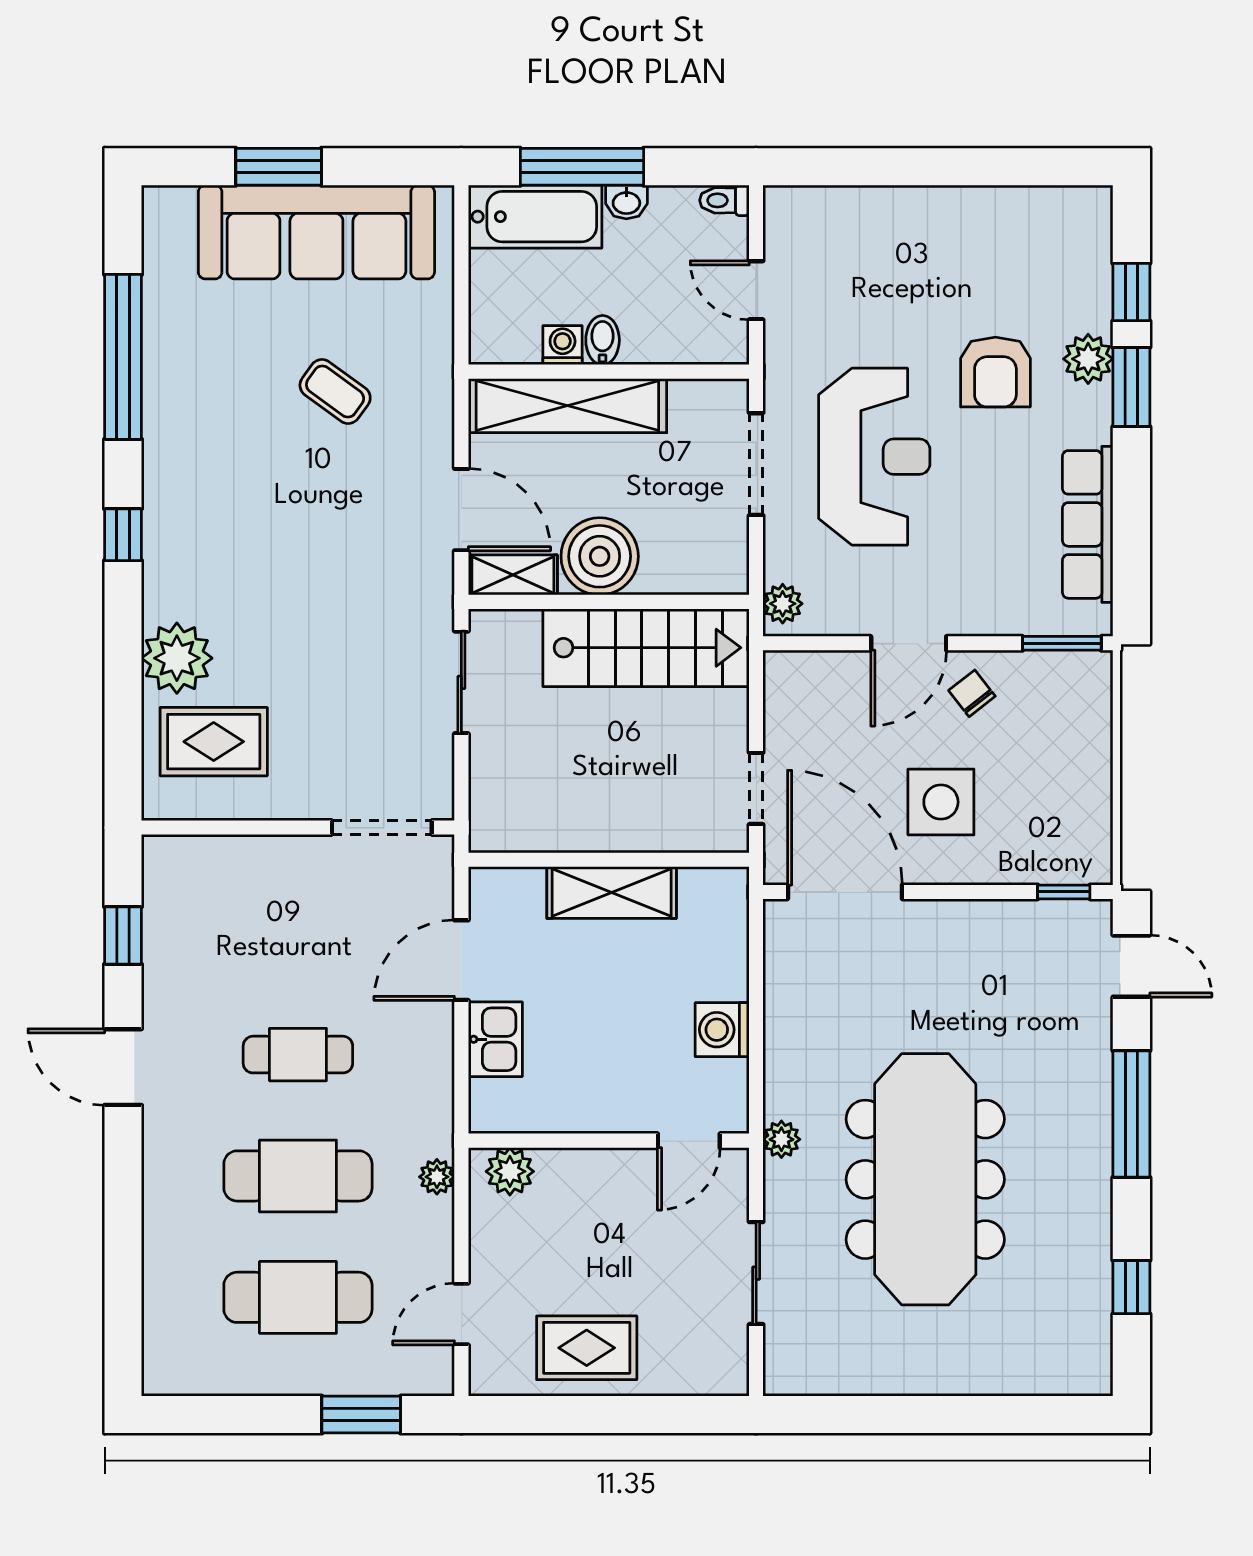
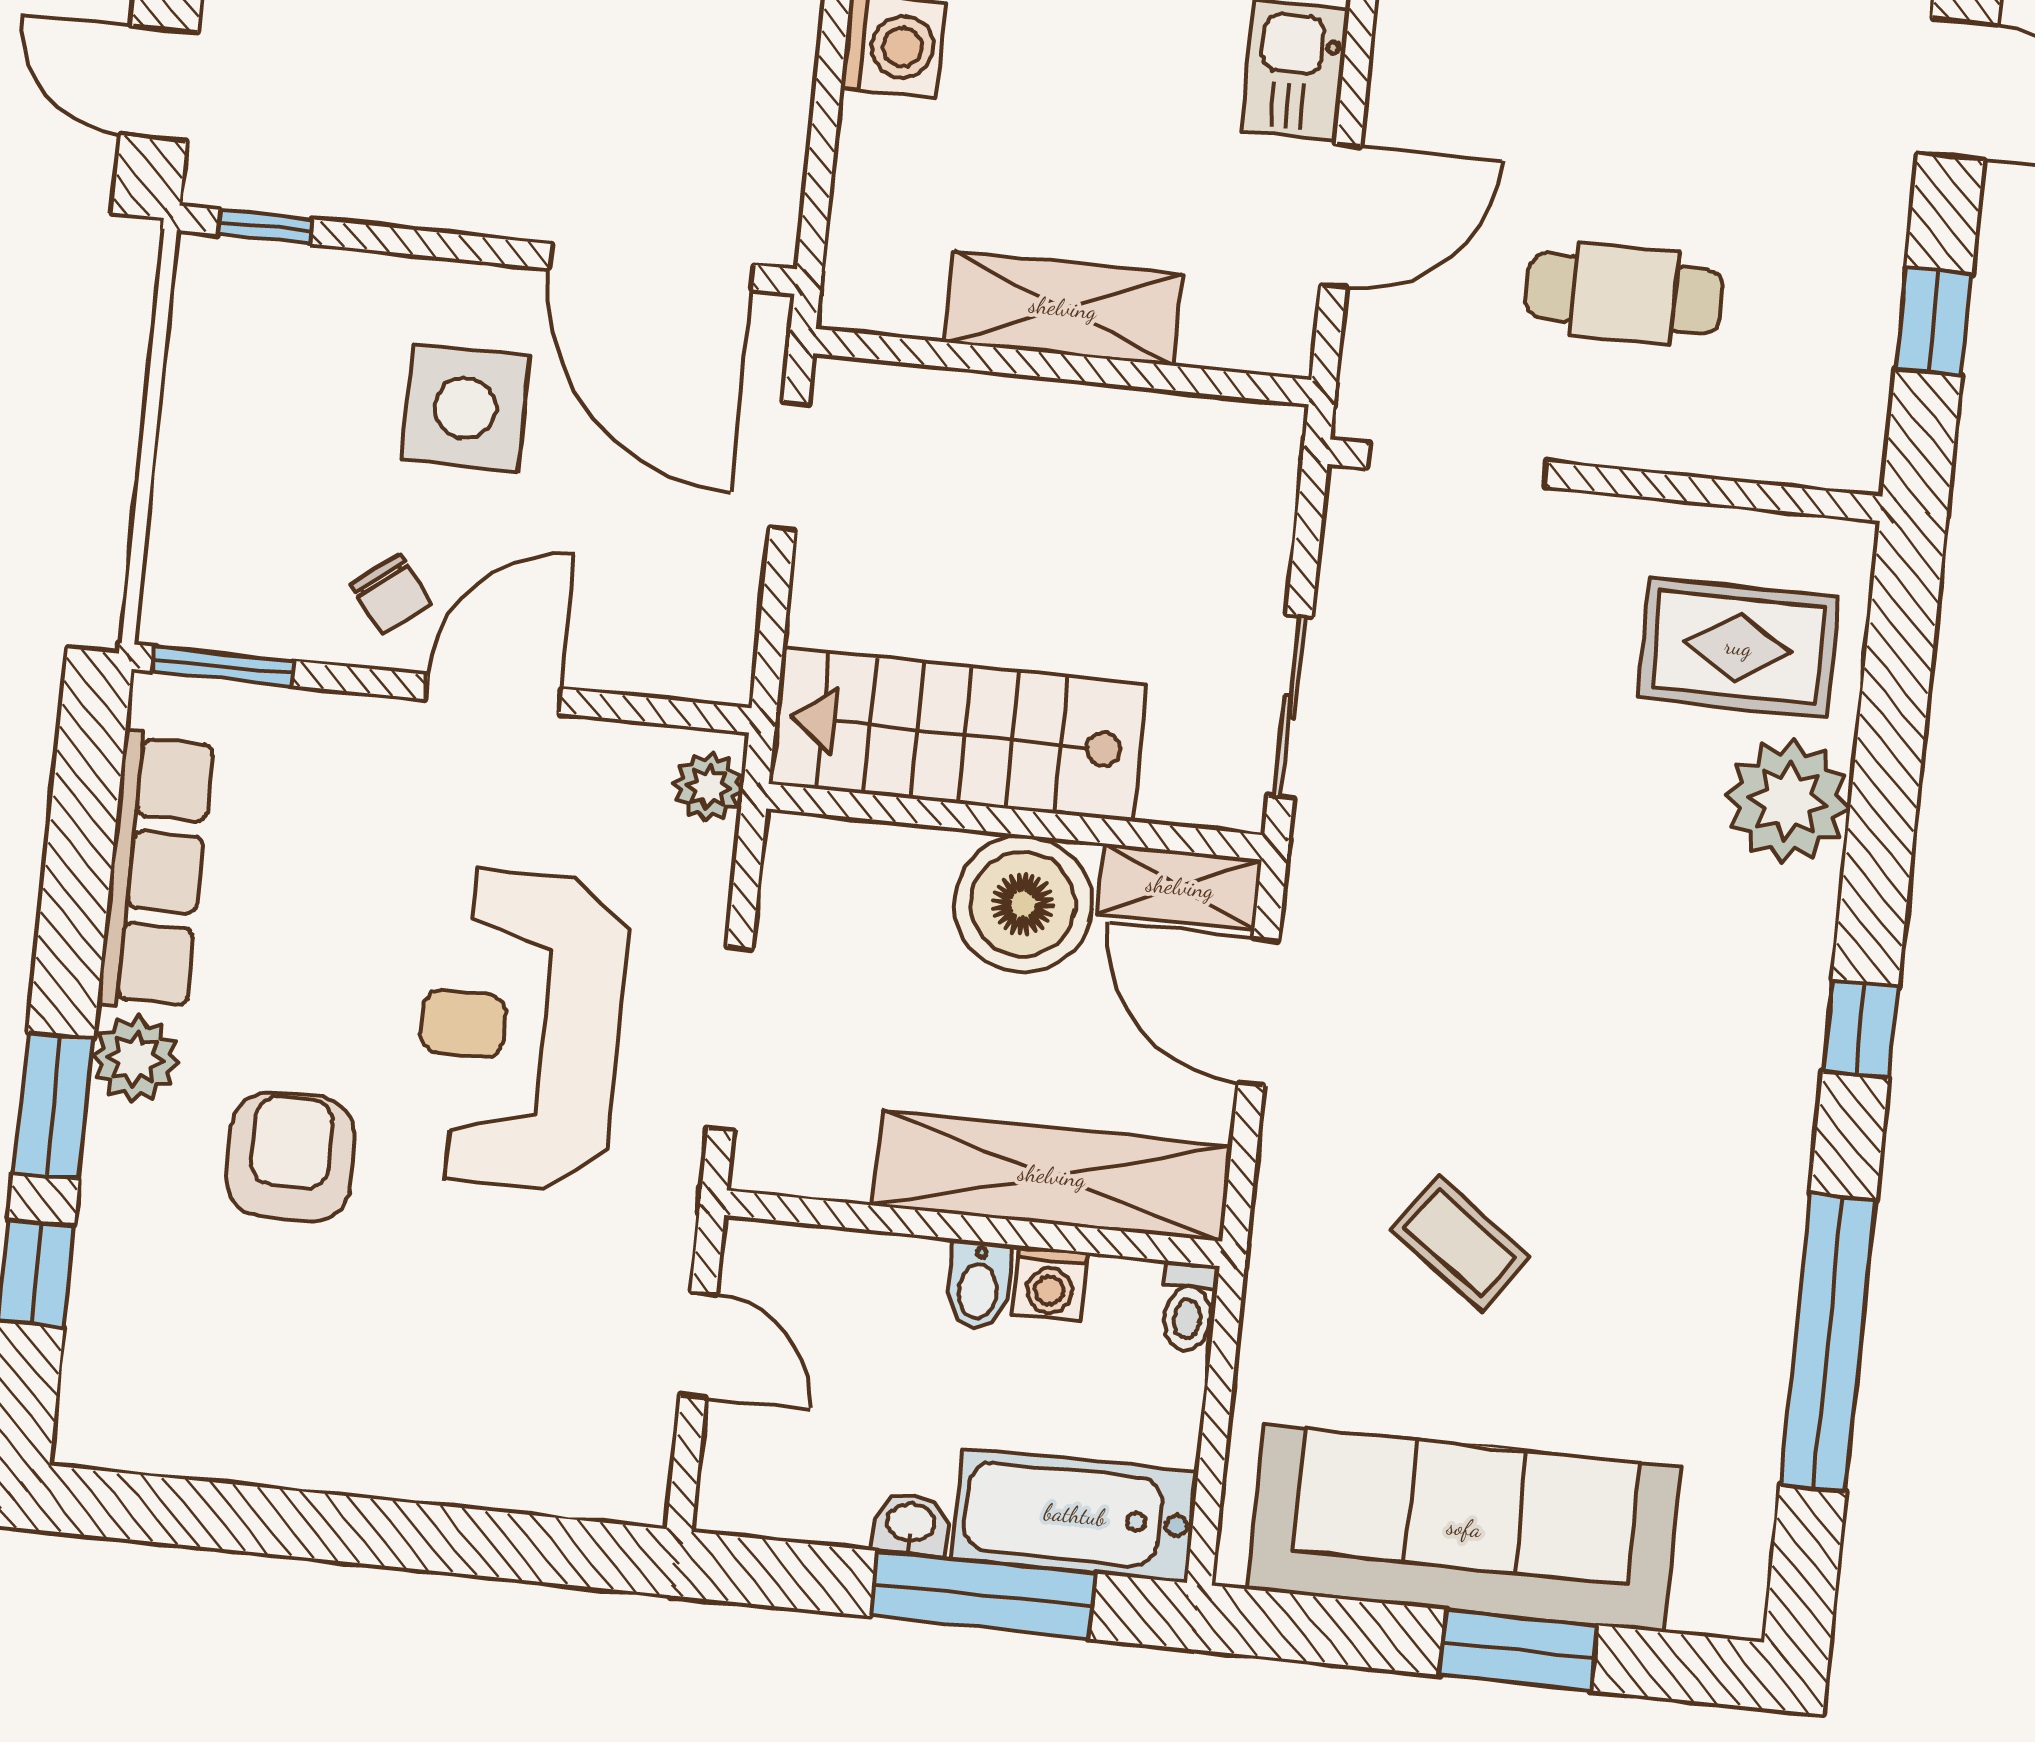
toilet: (724, 200) -> (1188, 1307), moved, turned 90
plant: (1088, 359) -> (135, 1059), moved
cafe table: (298, 1055) -> (1624, 294), moved

